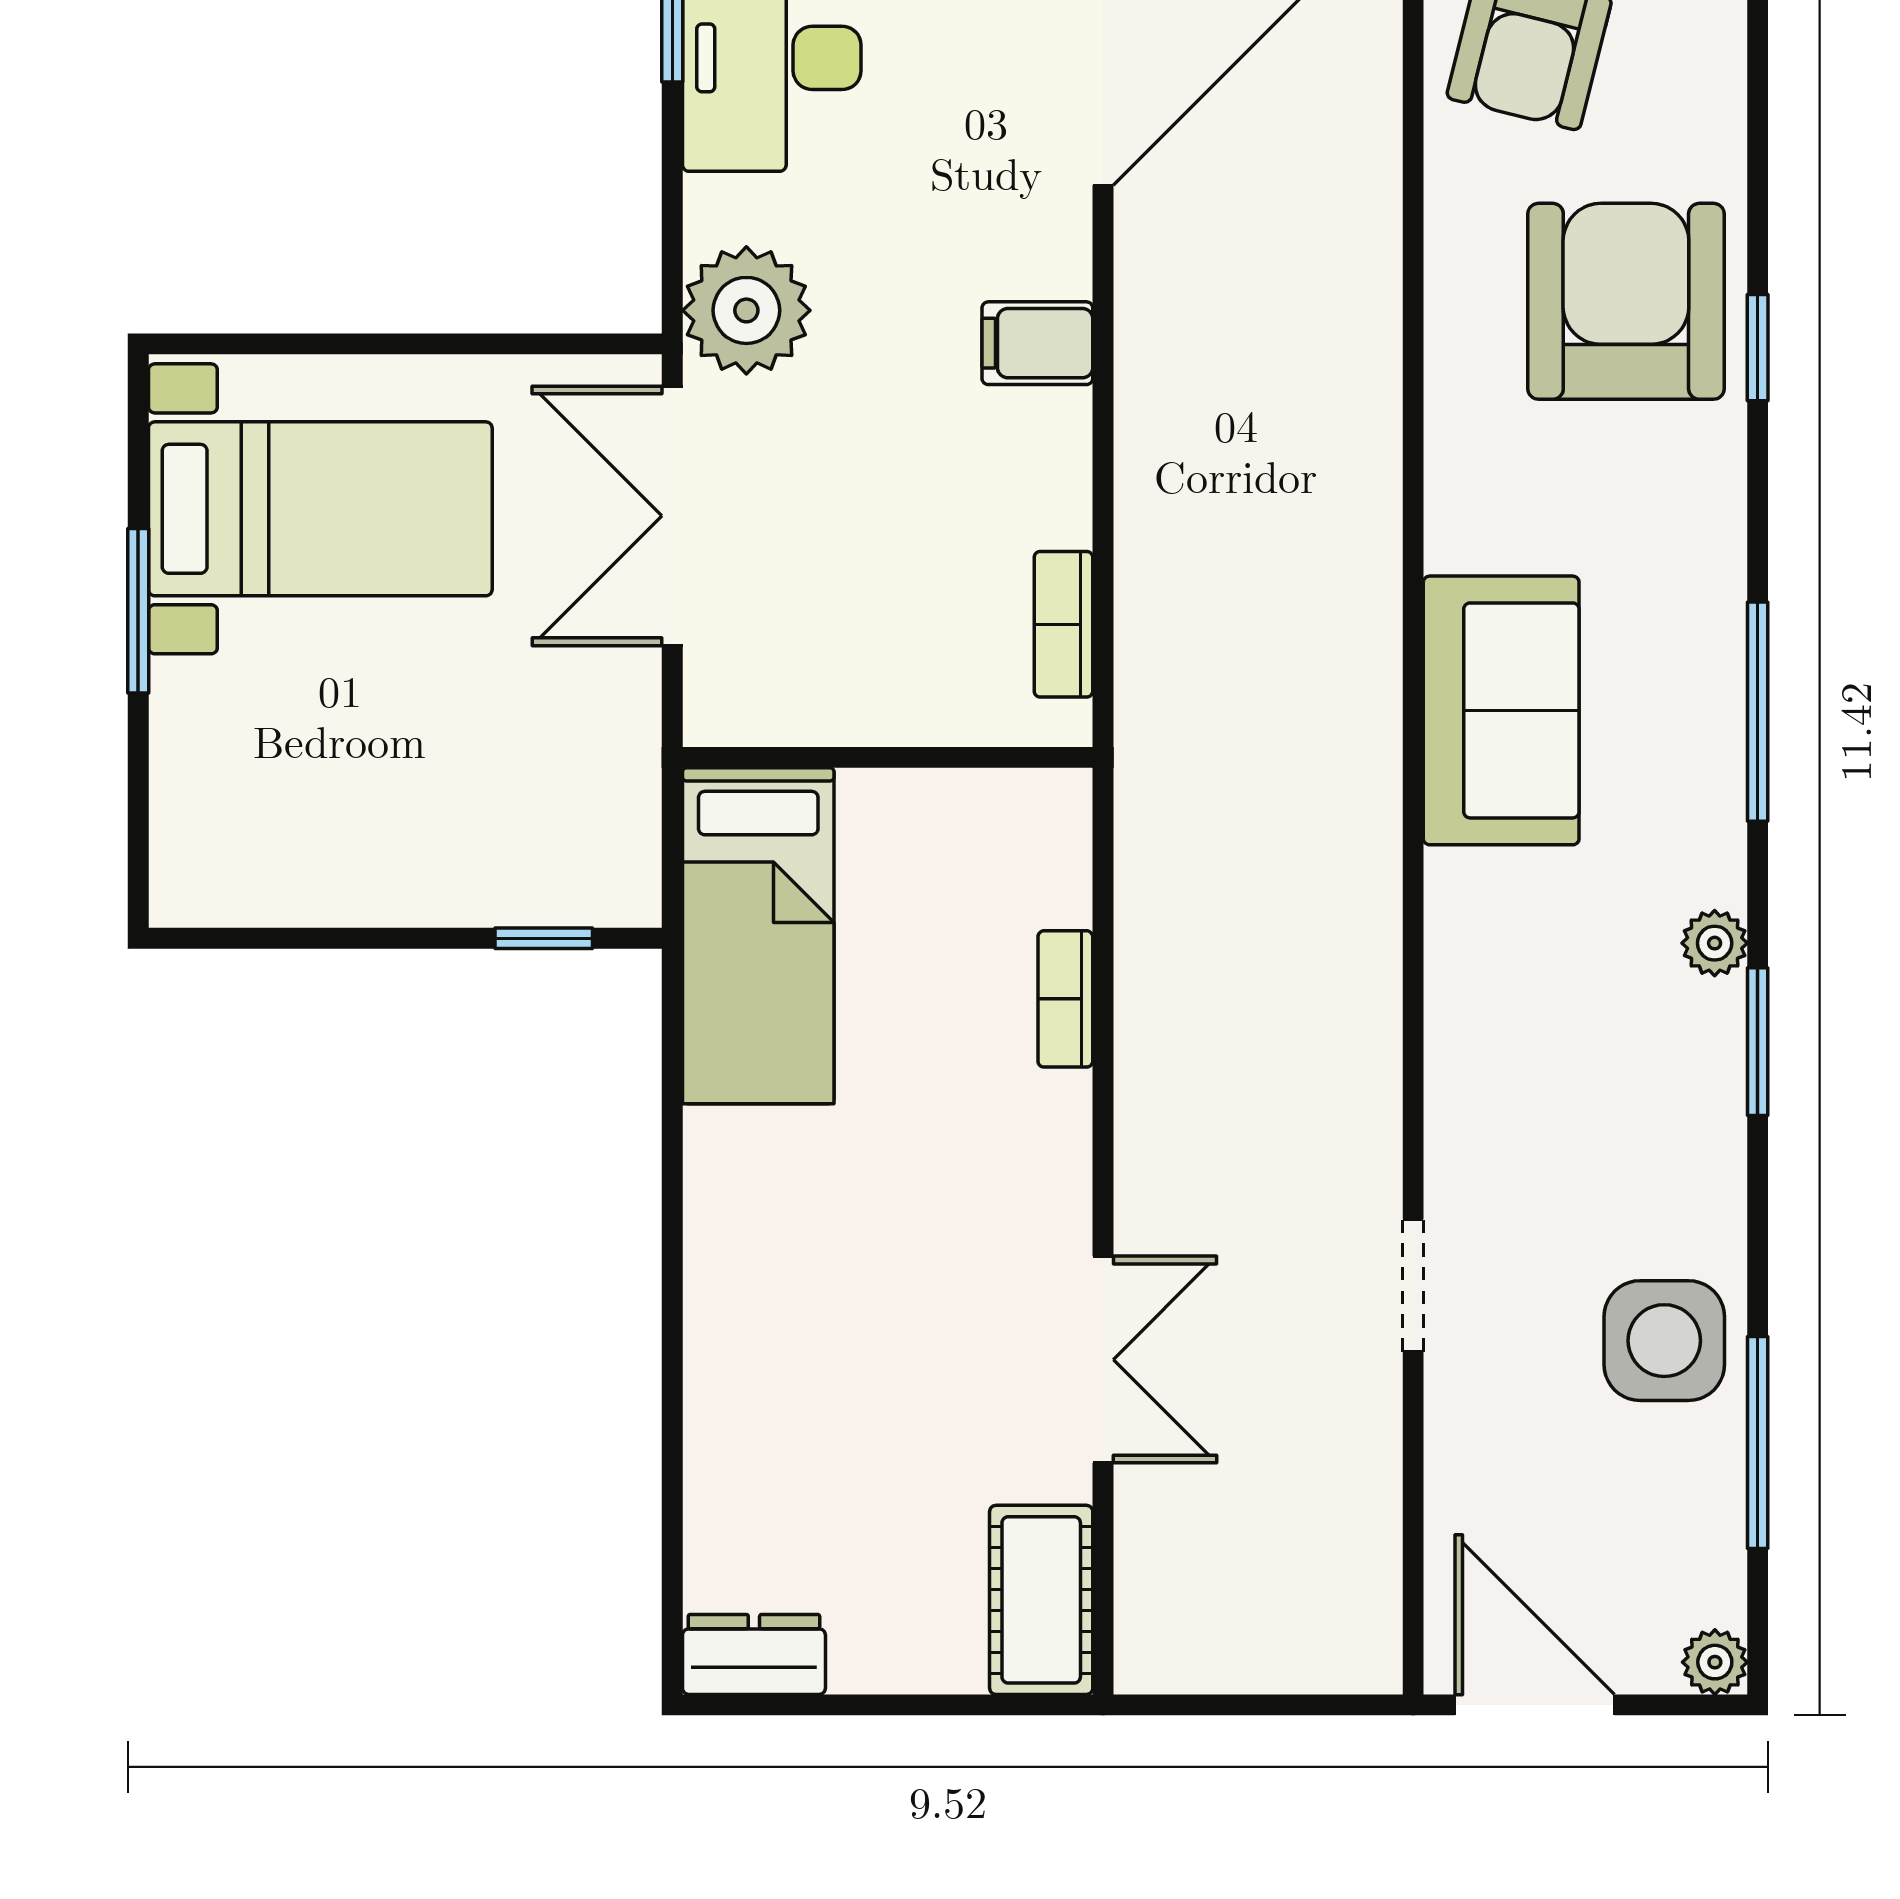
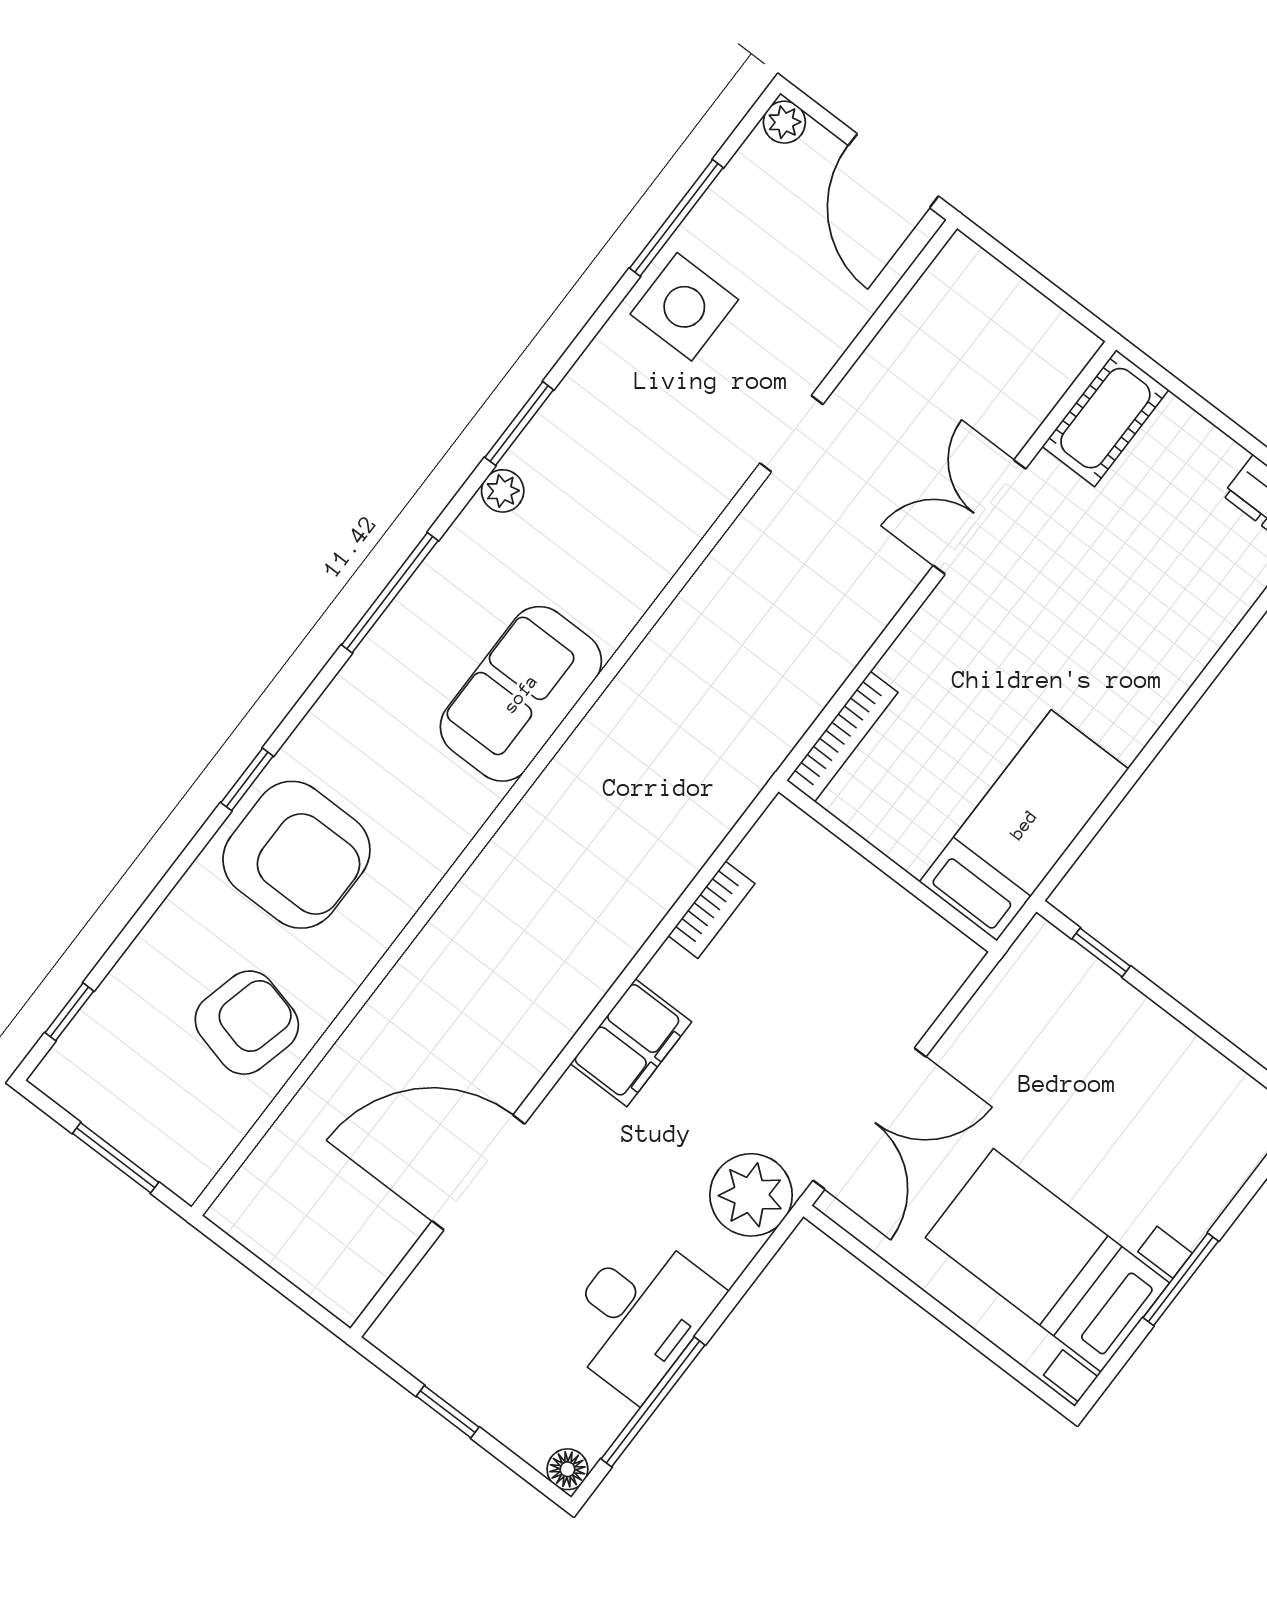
armchair: (1626, 301) -> (296, 855), turned -90
filing cabinet: (1037, 343) -> (631, 1043), width x2.00
wall: (888, 757) -> (888, 866), moved
bed: (758, 936) -> (1024, 825), moved
bookcase: (1065, 999) -> (842, 737), width x1.56

